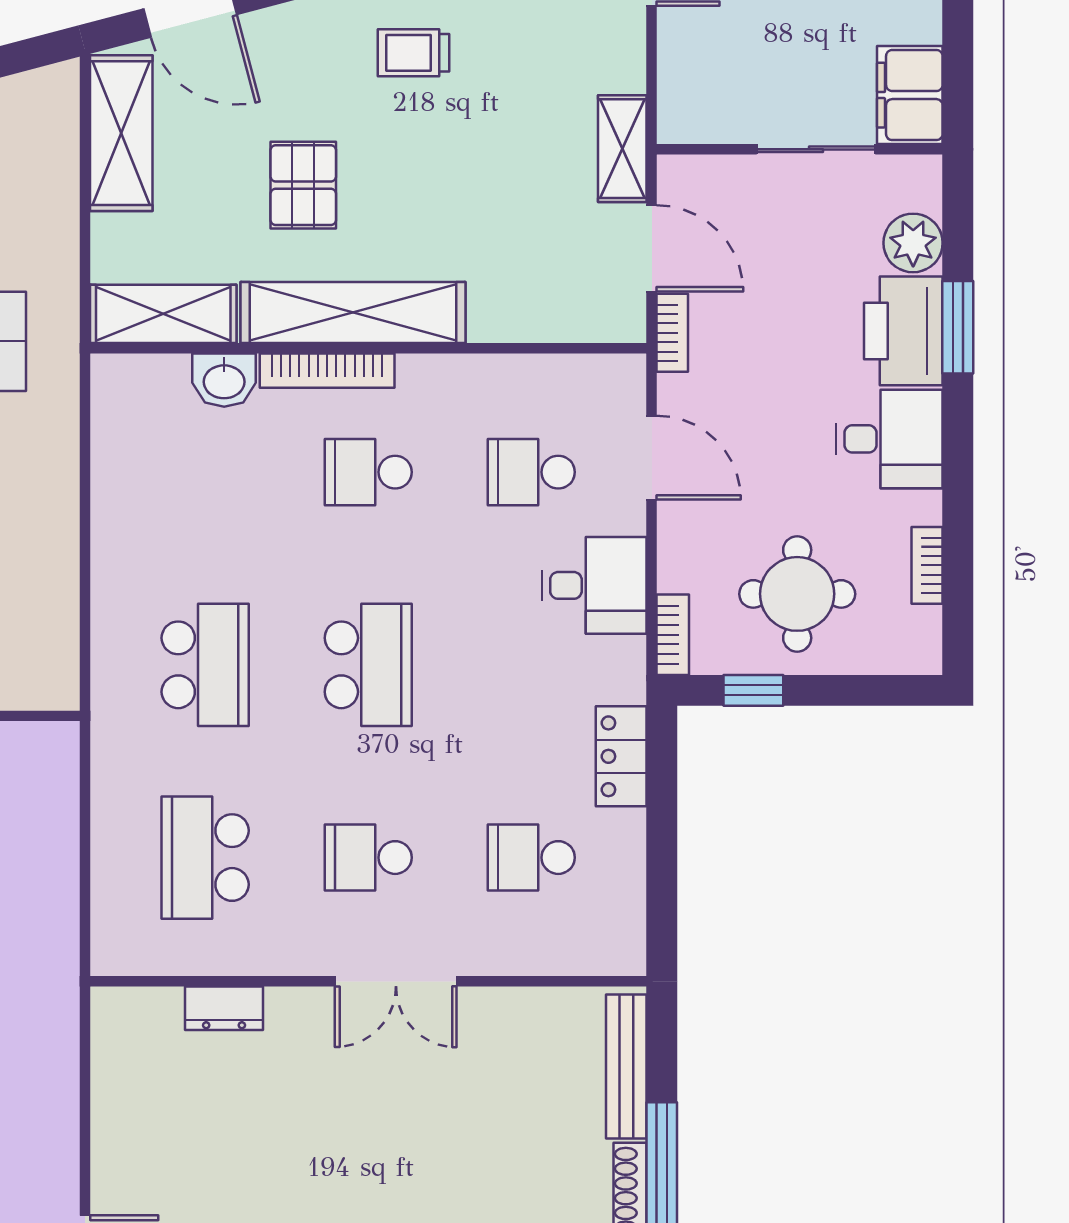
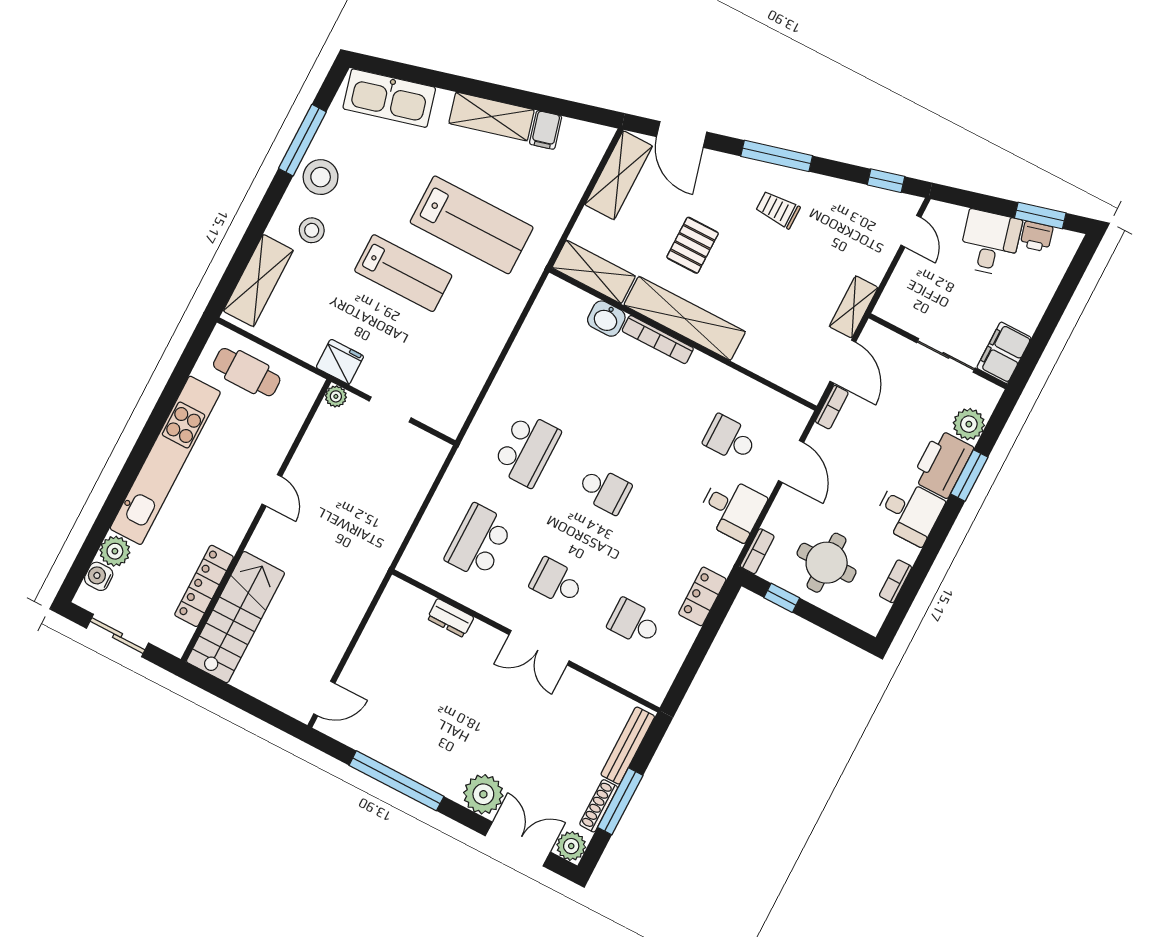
school desk: (368, 472) -> (652, 398), removed
school desk: (368, 665) -> (604, 490), width x0.54

